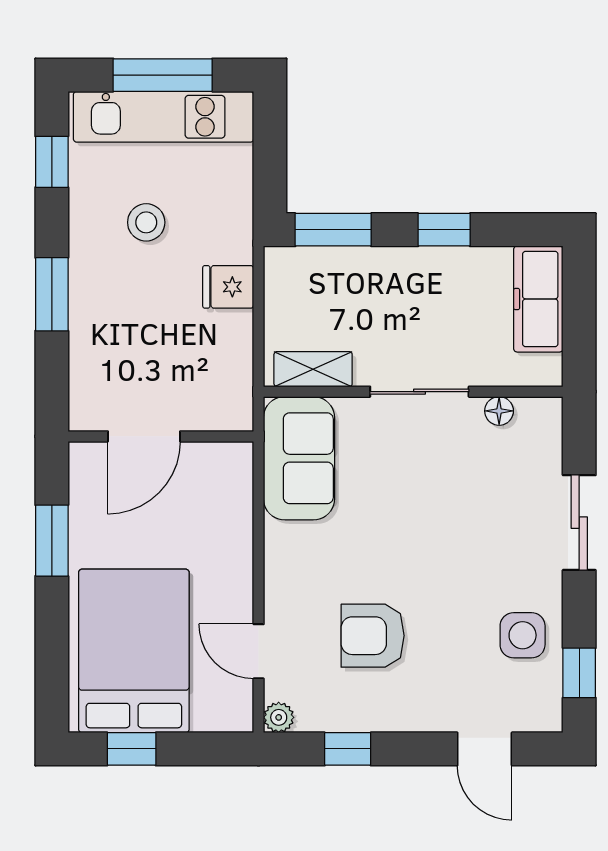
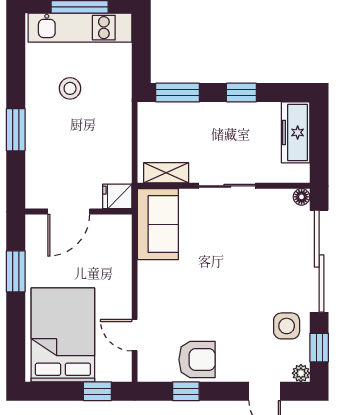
window: (52, 162) -> (16, 54), removed
fridge: (228, 287) -> (117, 196), moved
floor lamp: (499, 411) -> (302, 197), moved
sliding door: (579, 523) -> (319, 261), width x1.86
armchair: (373, 636) -> (197, 360), moved, turned 180
plant: (279, 717) -> (301, 373), moved
window: (132, 749) -> (97, 391), moved

